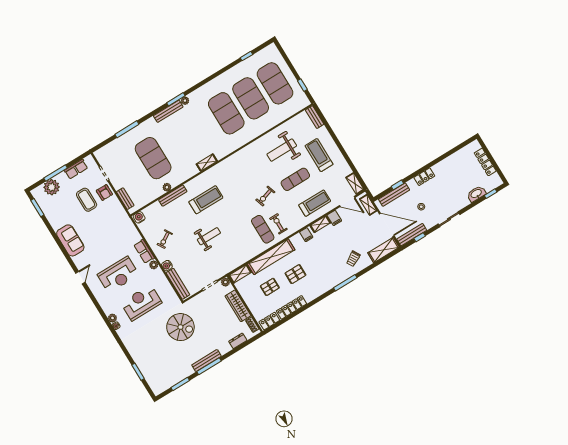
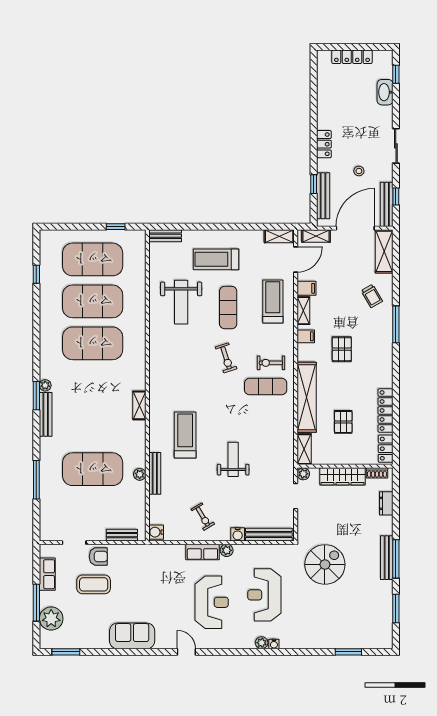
pallet: (295, 274) -> (342, 349), moved

